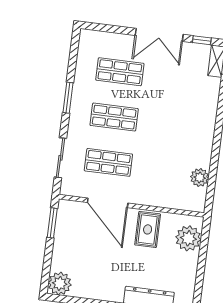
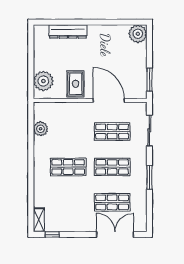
double door: (159, 35) -> (115, 234), moved
shop shelf: (171, 124) -> (68, 167), added

